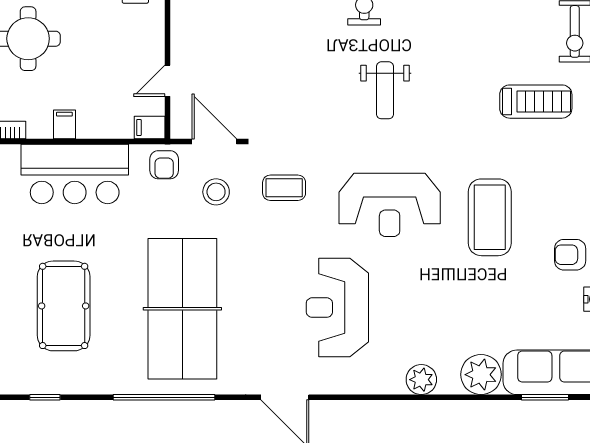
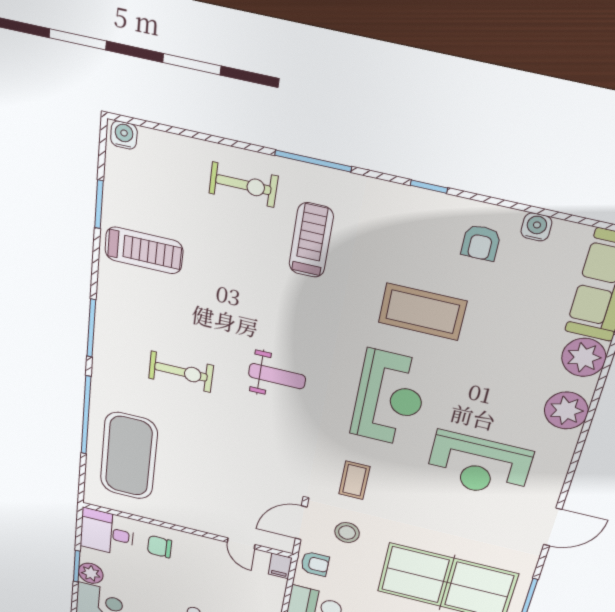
plant: (421, 380) -> (566, 411), width x1.36, depth x1.36

